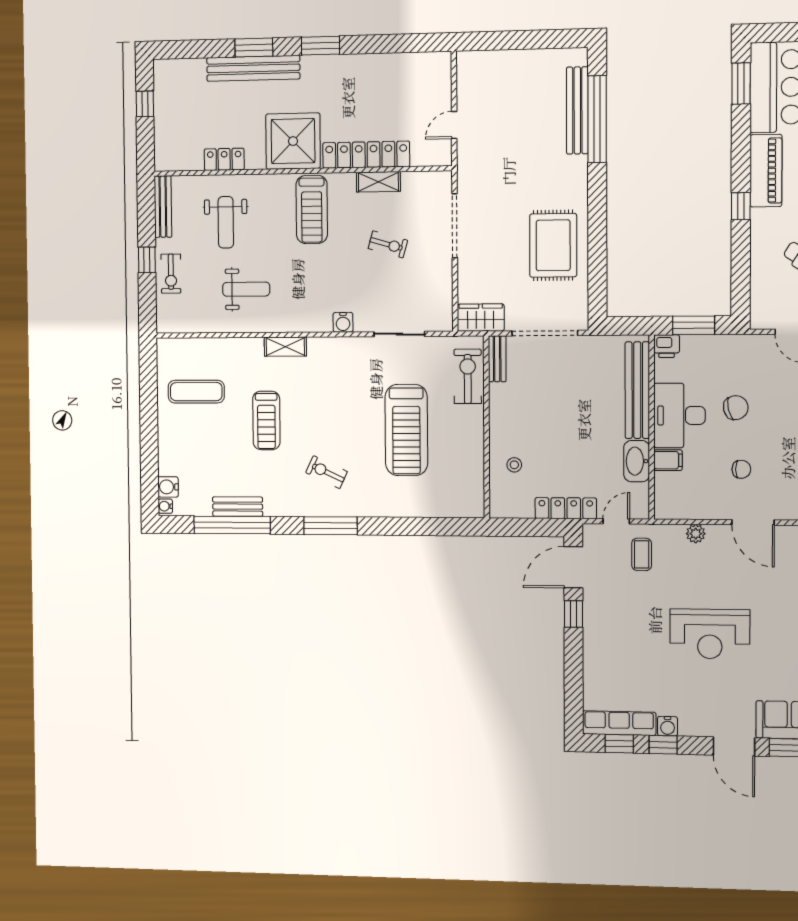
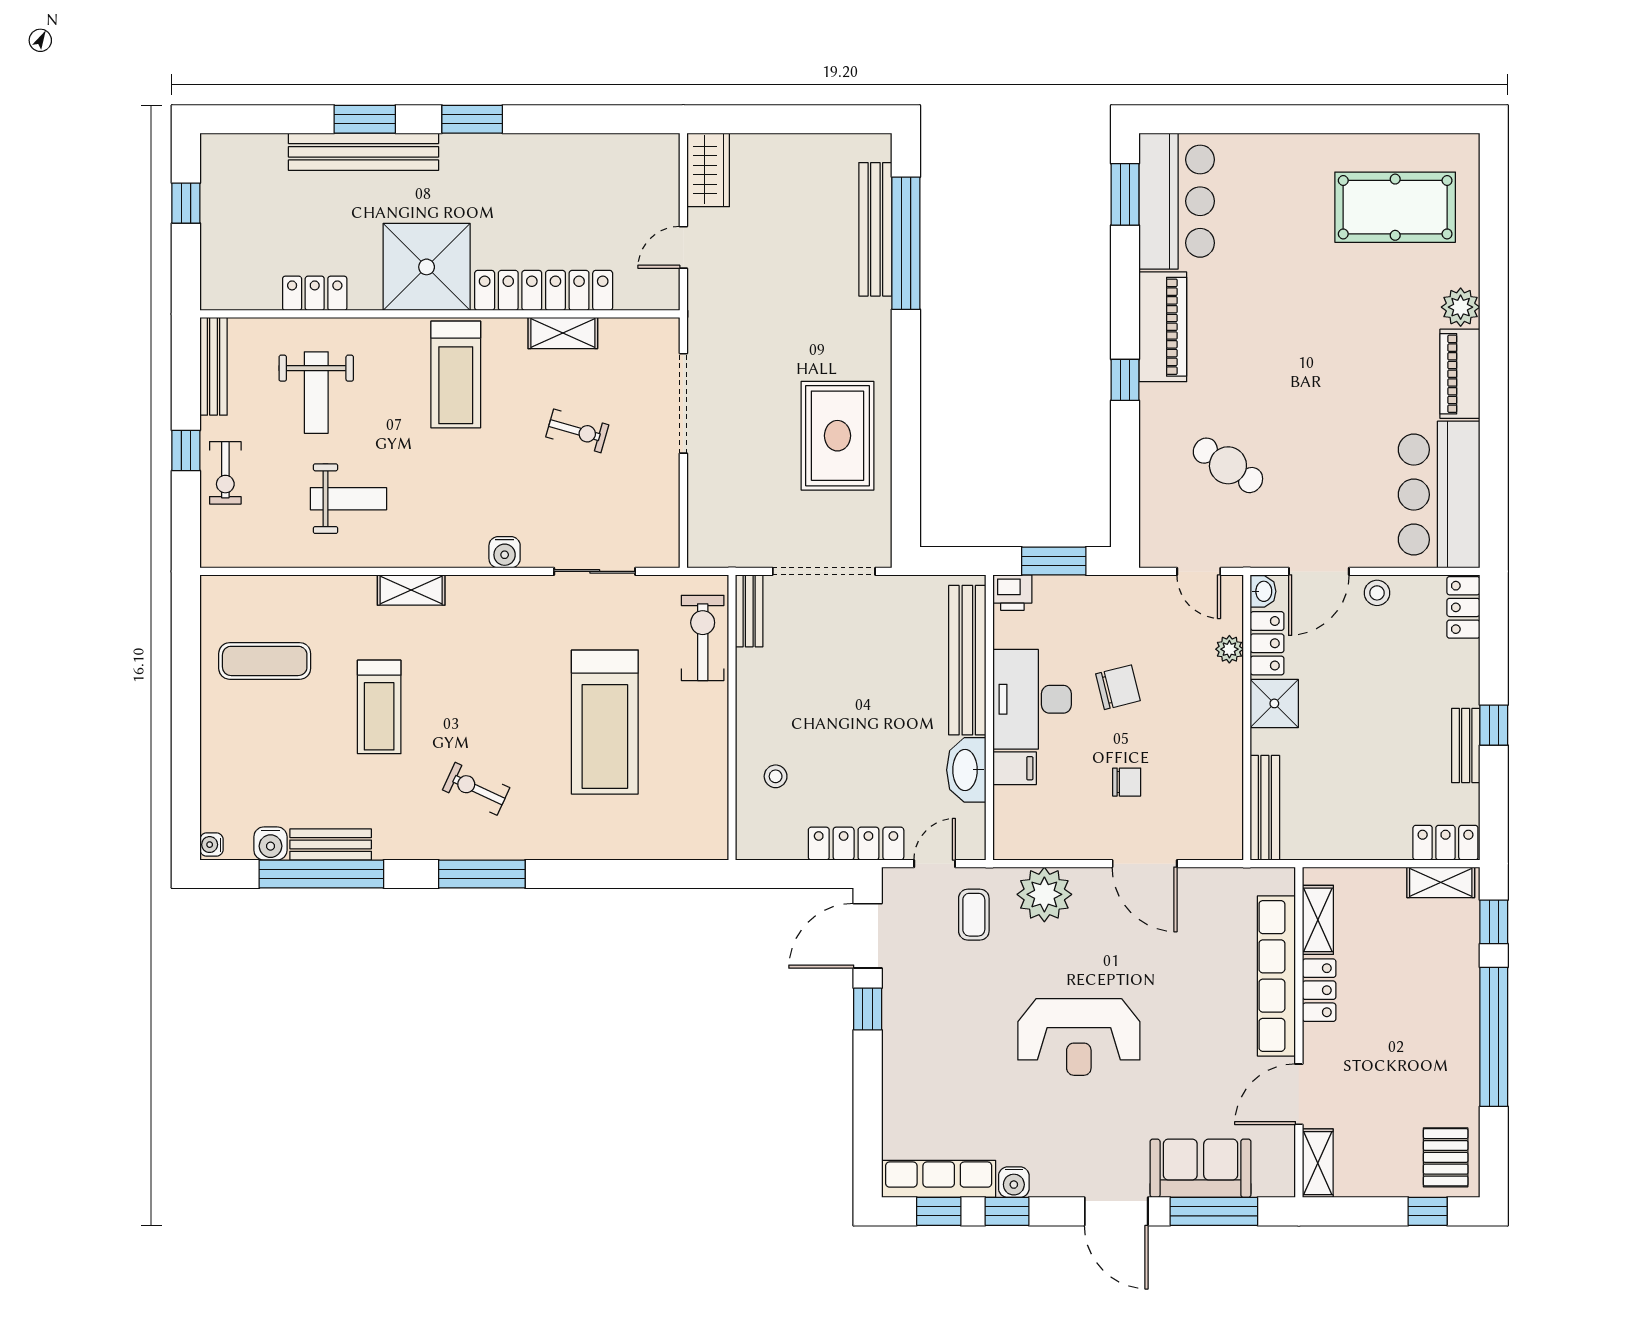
wardrobe: (481, 318) -> (708, 170), moved, turned 90
water cooler: (168, 487) -> (270, 843), moved, turned -90
plant: (696, 534) -> (1044, 894), width x1.88, depth x1.88

